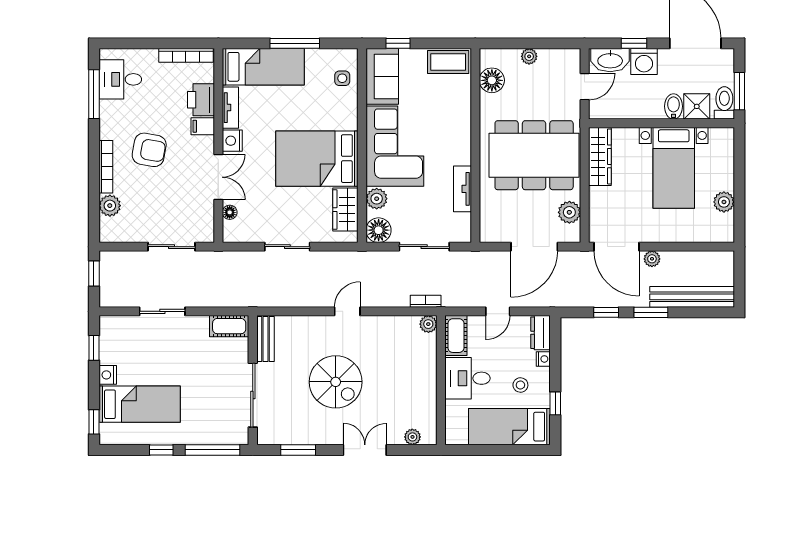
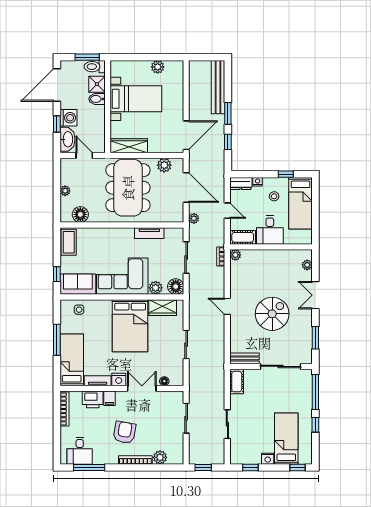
plant: (652, 259) -> (194, 218), moved

